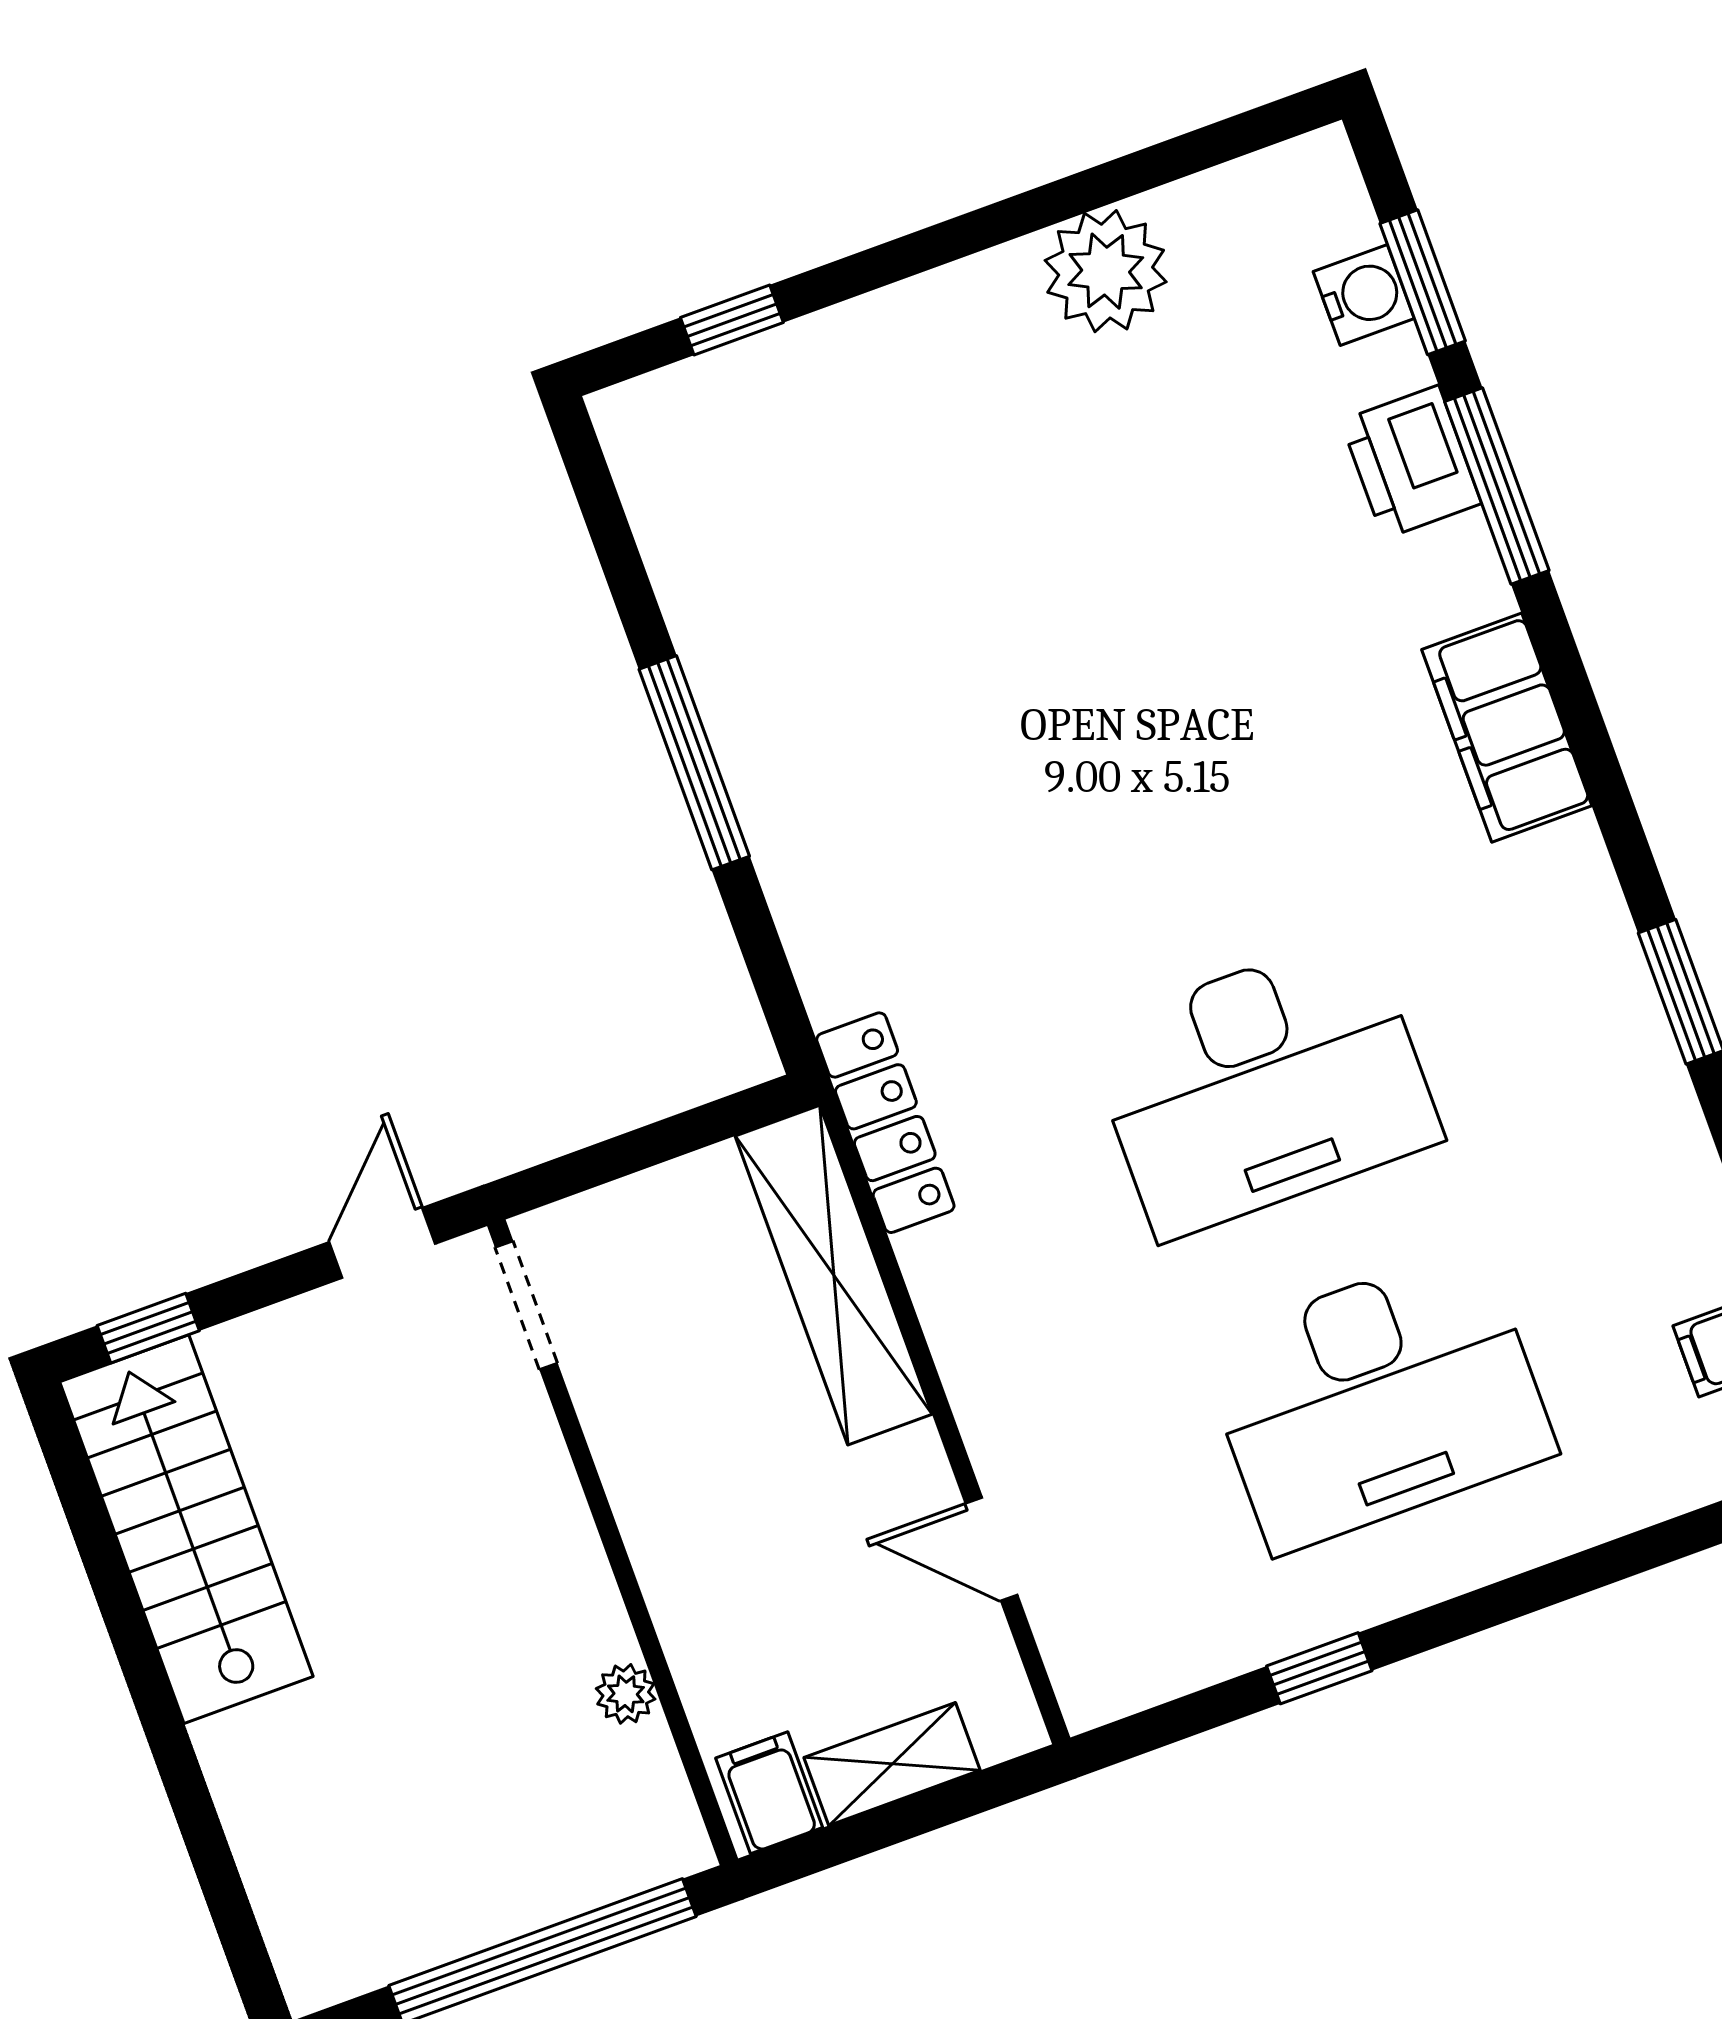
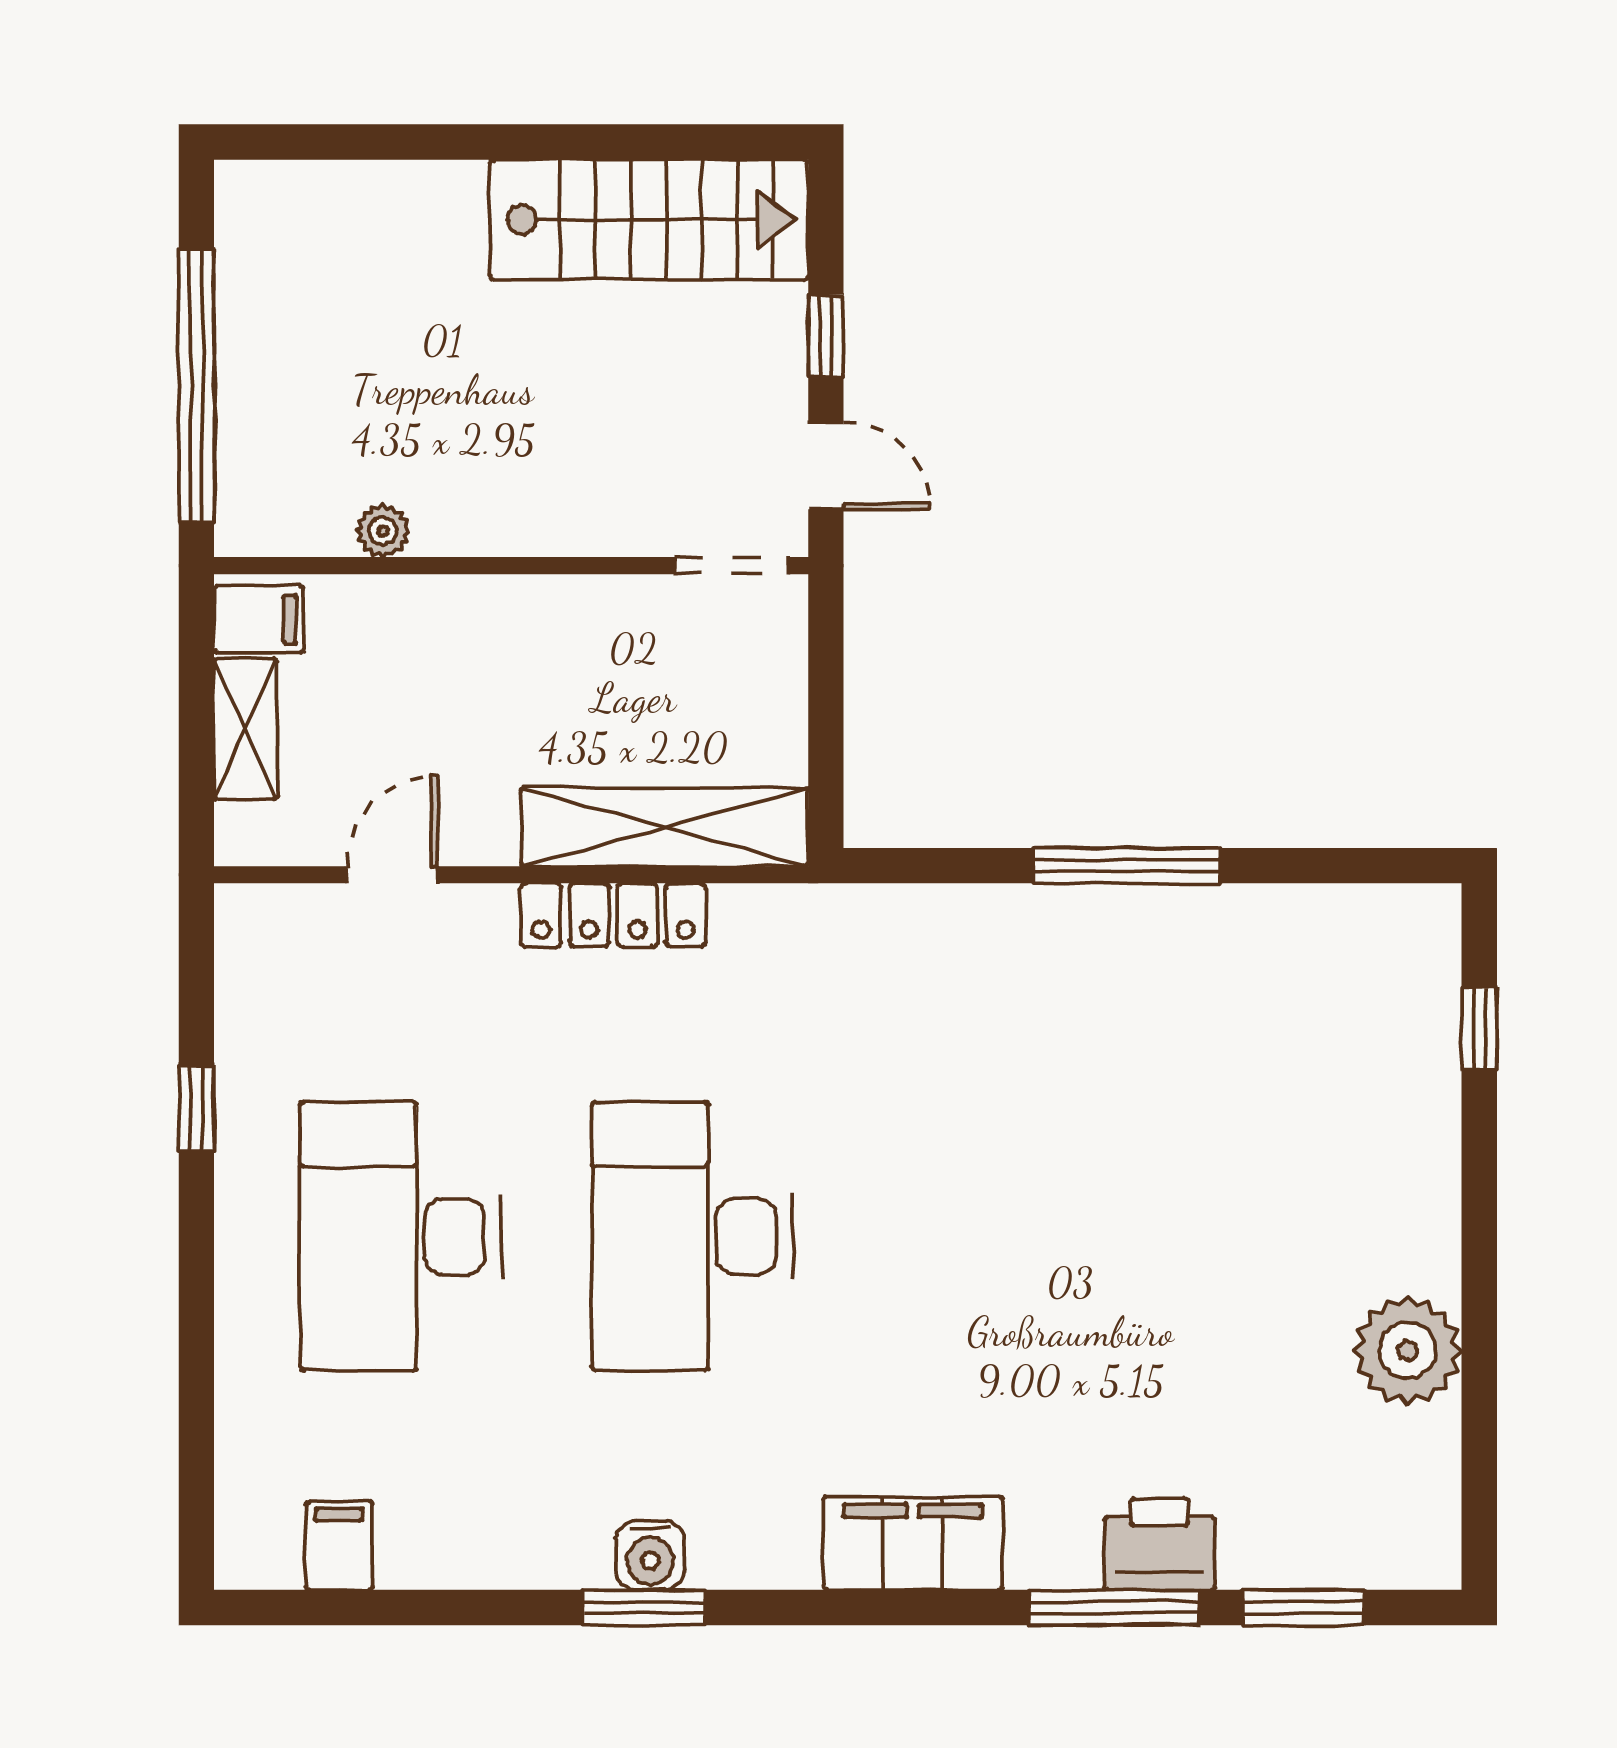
water cooler: (1364, 295) -> (650, 1555), moved
locker: (885, 1123) -> (613, 915), moved
window: (148, 1328) -> (826, 336), moved

